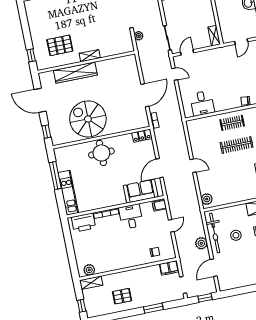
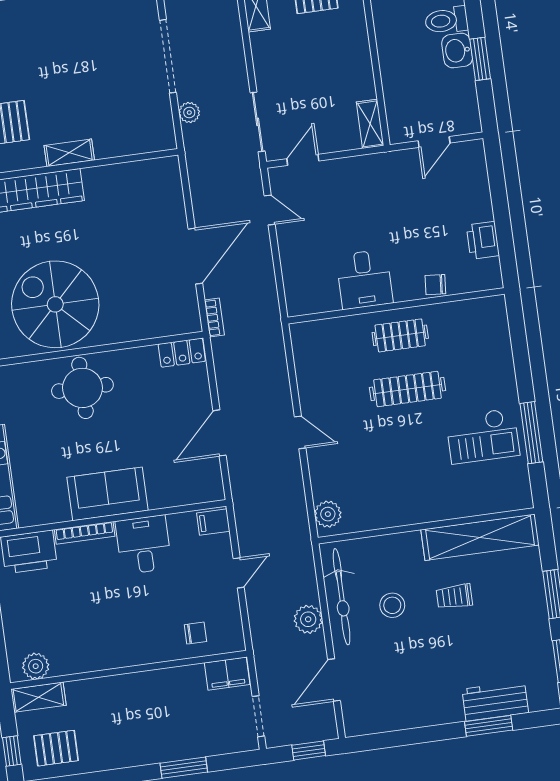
desk: (202, 103) -> (364, 279), moved
sofa: (141, 191) -> (108, 494), moved
pallet: (122, 296) -> (56, 748), moved

